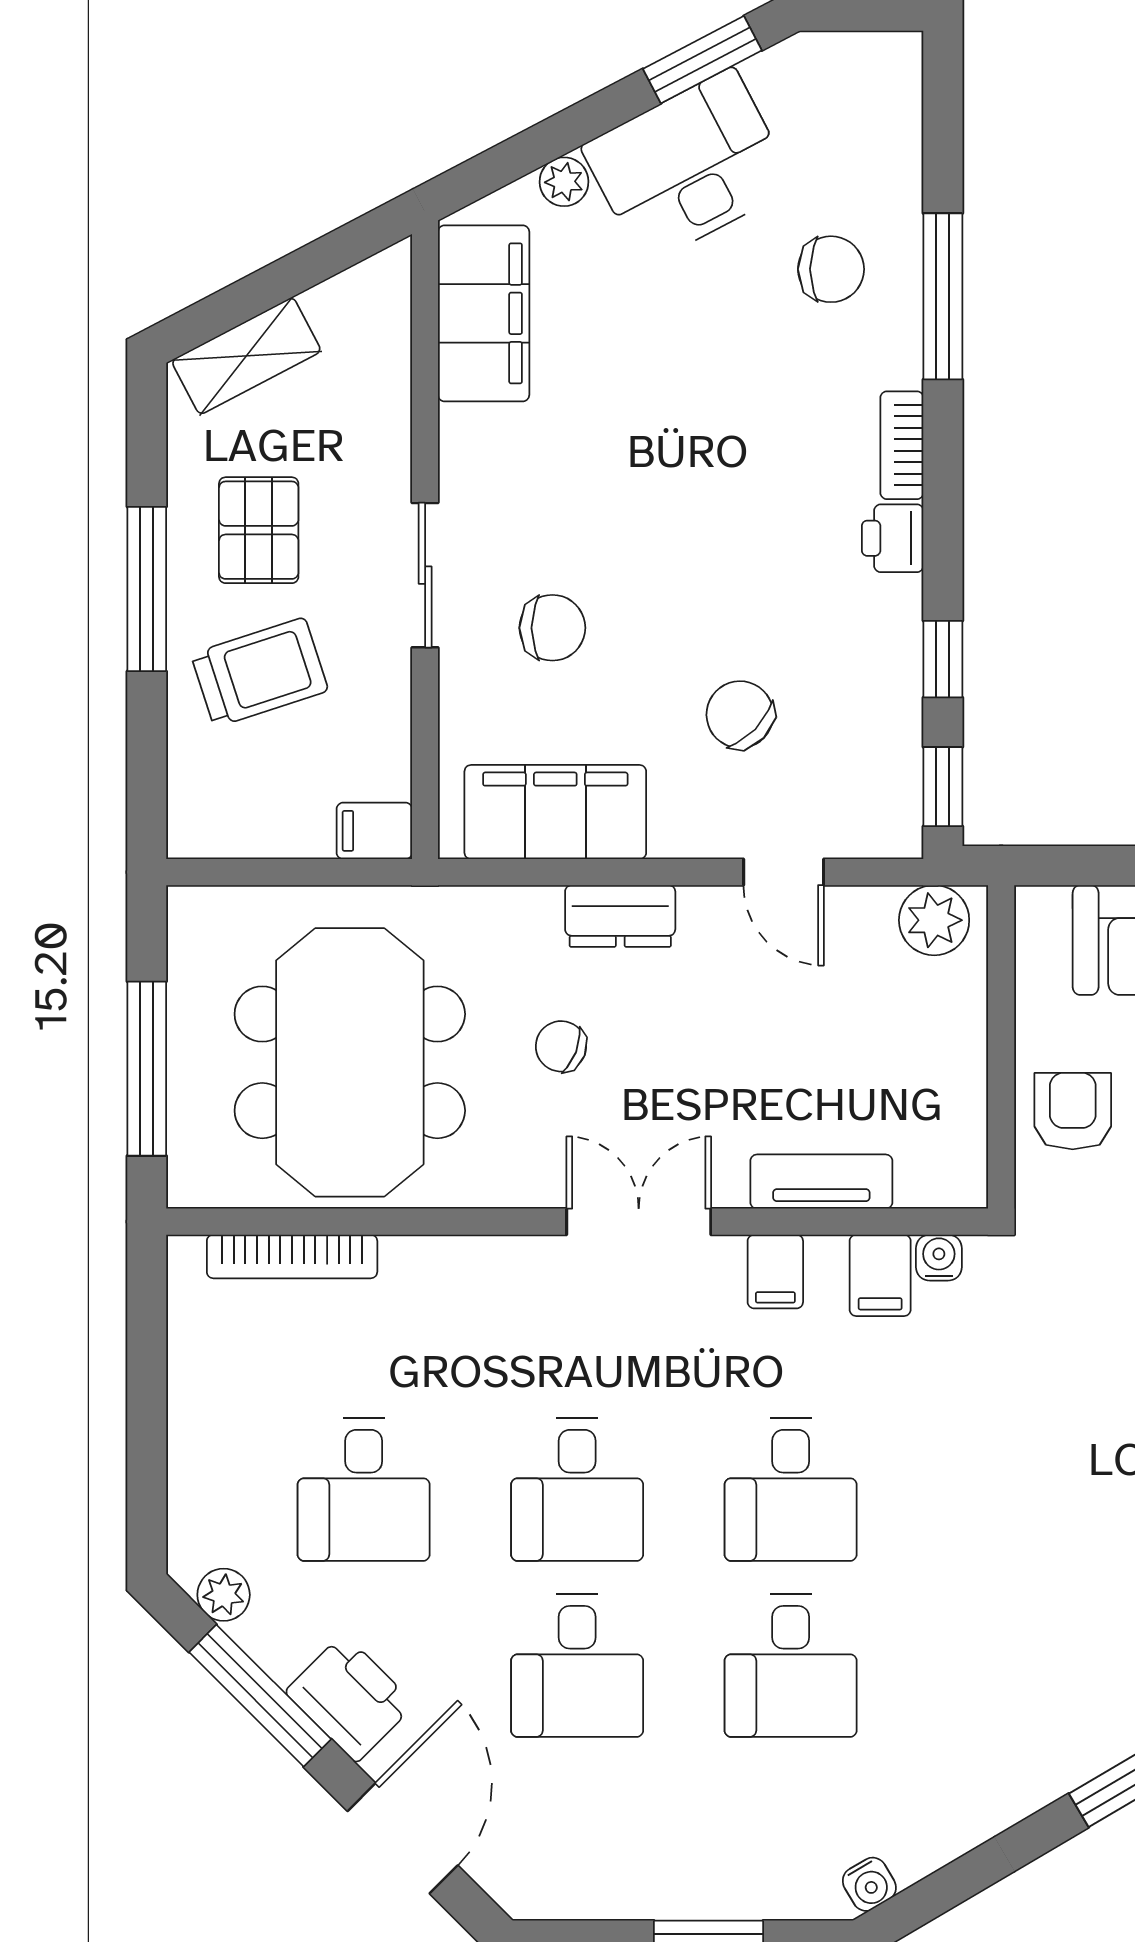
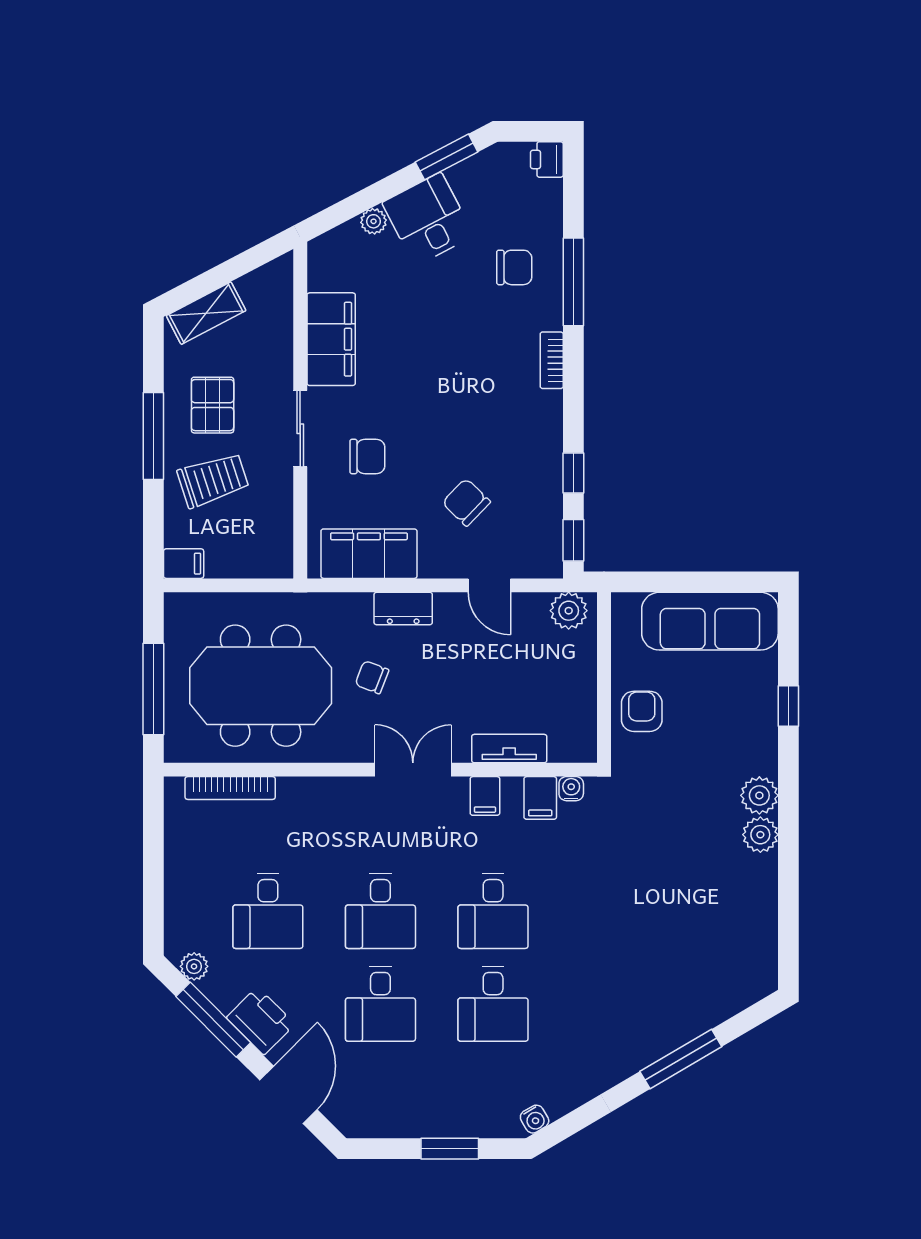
desk: (688, 167) -> (428, 219), width x0.73
filing cabinet: (484, 313) -> (331, 339), moved
printer: (893, 538) -> (547, 159), moved
filing cabinet: (374, 831) -> (184, 564), moved, turned 180
meeting table: (350, 1062) -> (261, 686), turned 90

